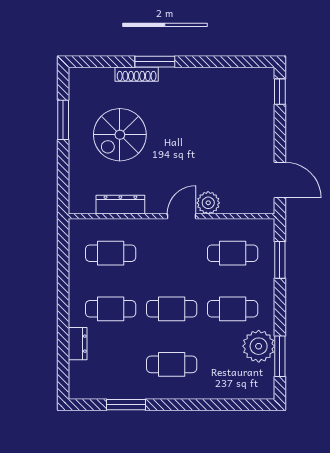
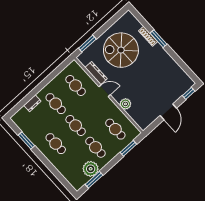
window: (63, 120) -> (87, 44), moved
spiral stairs: (120, 135) -> (121, 50), width x1.37, depth x1.37
door: (280, 180) -> (168, 112), moved
door: (181, 216) -> (105, 91), moved

